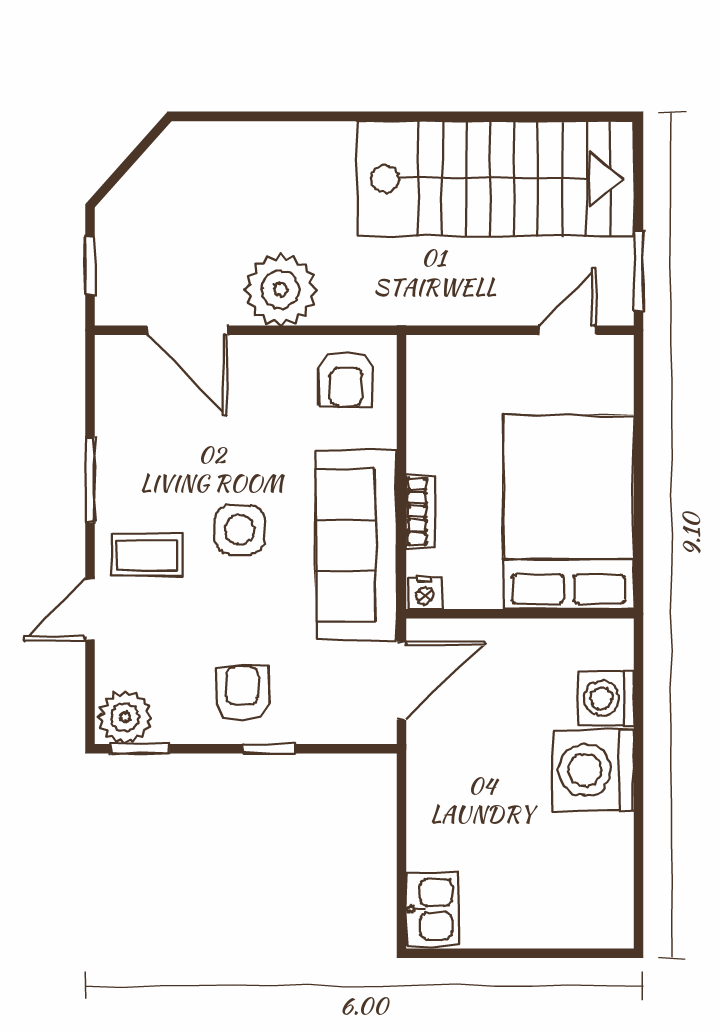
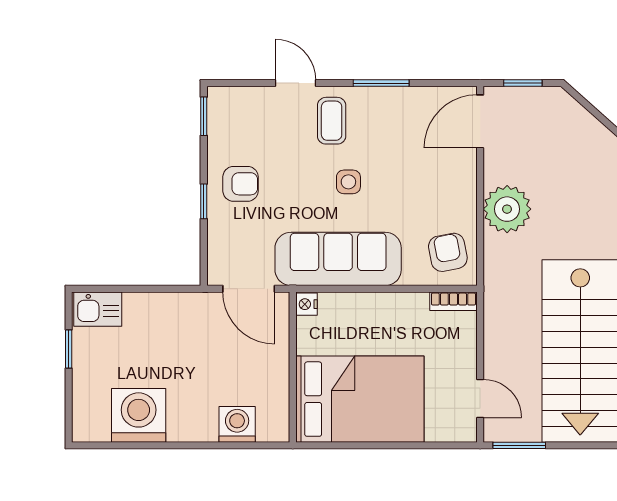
door: (187, 330) -> (480, 121), moved
armchair: (346, 379) -> (448, 252), turned 79
bookcase: (420, 512) -> (453, 301), moved
side table: (240, 530) -> (348, 182), width x0.73, depth x0.73
plant: (125, 717) -> (224, 106), removed
washing machine: (593, 770) -> (139, 415), moved
window: (493, 953) -> (69, 349), added

